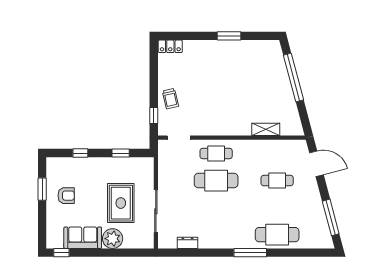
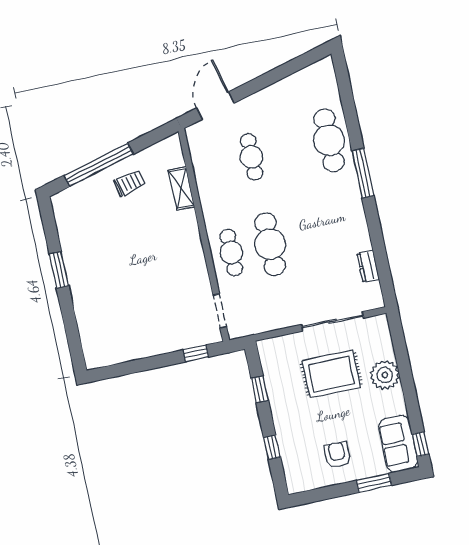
locker: (170, 46) -> (92, 351), removed
trolley: (170, 99) -> (129, 183), moved
window: (42, 189) -> (374, 483), moved
window: (331, 217) -> (288, 69), removed
sofa: (83, 238) -> (398, 444), moved

